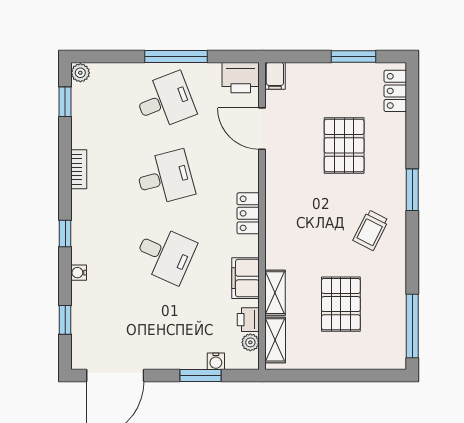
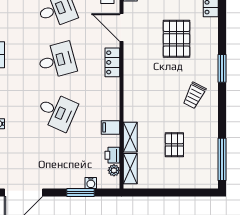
locker: (248, 213) -> (112, 62), moved
filing cabinet: (245, 278) -> (111, 127), width x0.50
pallet: (341, 304) -> (174, 145), width x0.67, depth x0.71

